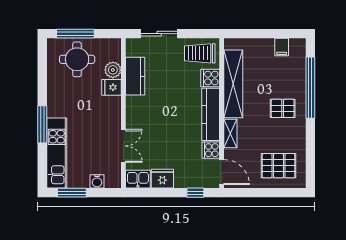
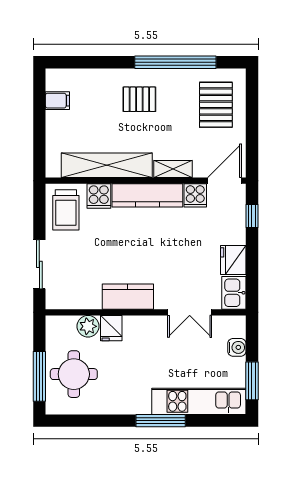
kitchen counter: (135, 76) -> (128, 297), moved
window: (310, 88) -> (175, 62), moved
pallet: (283, 108) -> (139, 99), turned 90
double door: (123, 146) -> (190, 312), swing flipped

